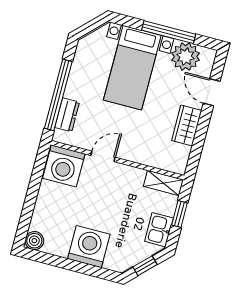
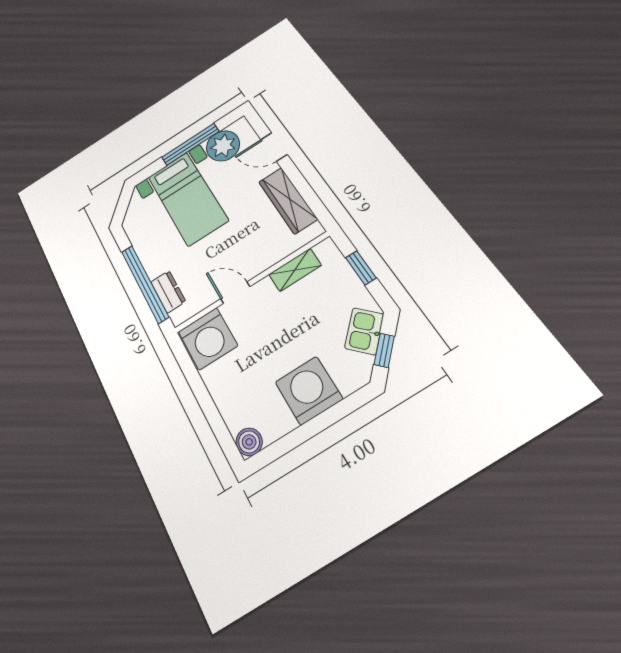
wardrobe: (187, 126) -> (288, 200), width x1.50
door: (103, 156) -> (235, 293), hinge flipped
shelving: (163, 183) -> (295, 270), moved
kitchen sink: (159, 230) -> (364, 331), moved, turned 45

